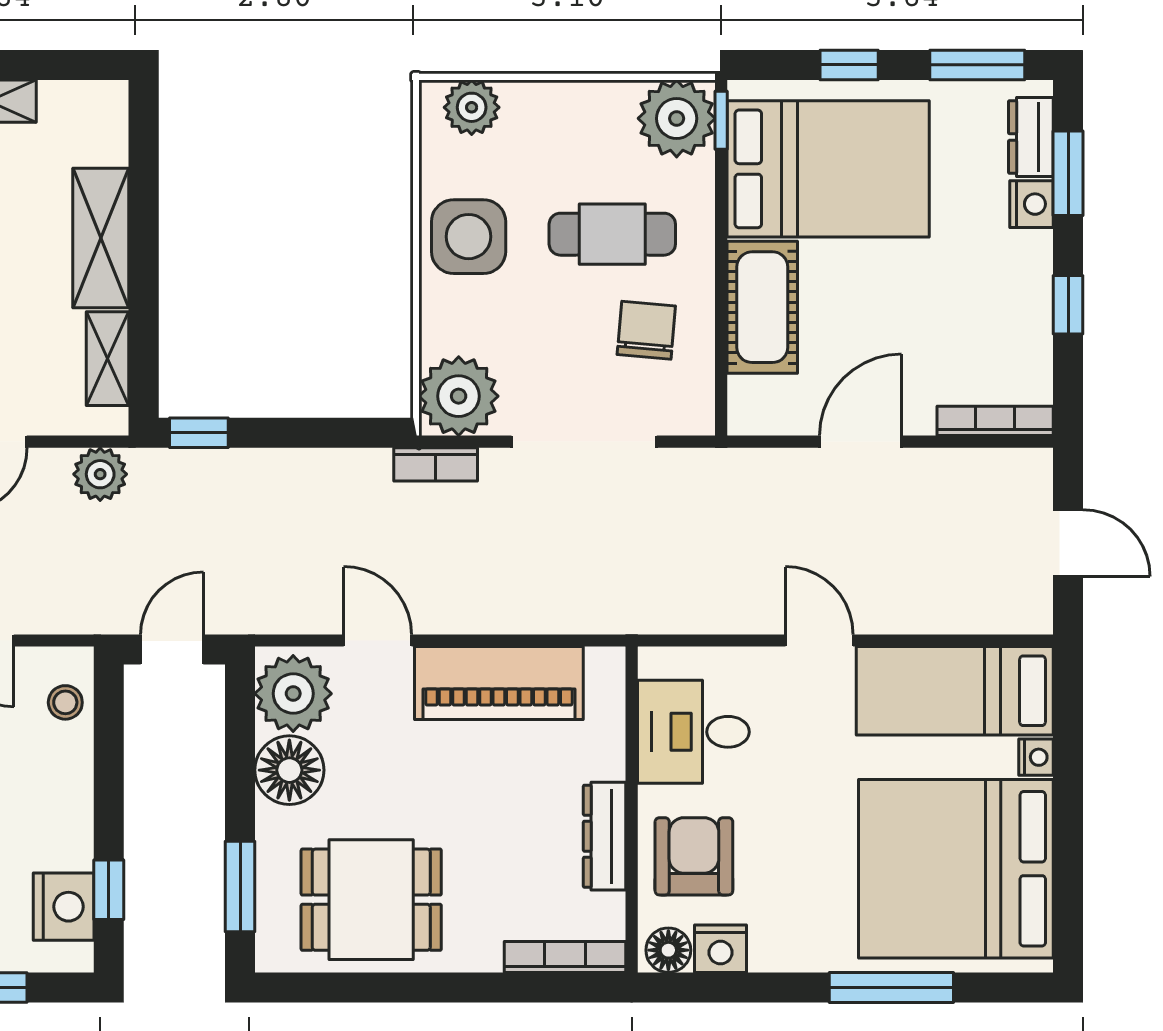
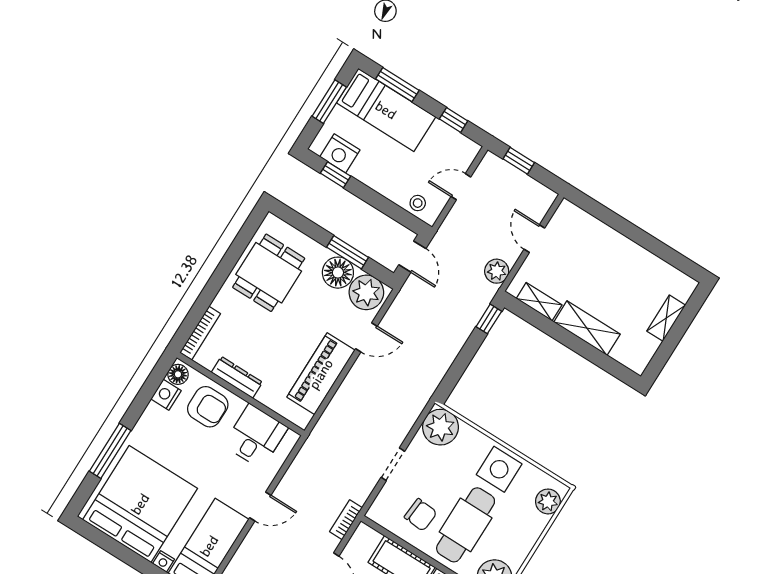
cafe table: (612, 234) -> (466, 525), width x1.37, depth x1.35
doorway: (584, 442) -> (393, 464), width x0.53
bookcase: (436, 464) -> (346, 520), moved
window: (240, 887) -> (348, 252), moved

